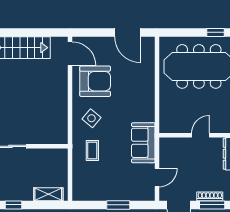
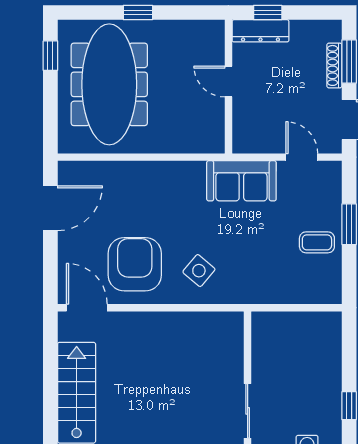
door: (70, 54) -> (87, 308), hinge flipped
coffee table: (92, 151) -> (317, 242), moved
shelving: (48, 194) -> (331, 345), removed

